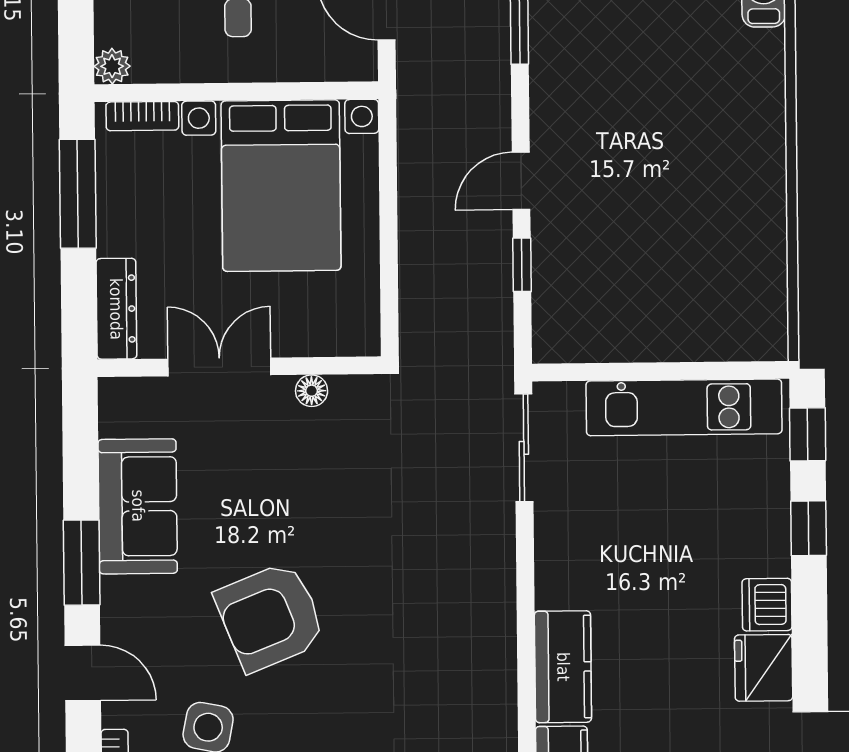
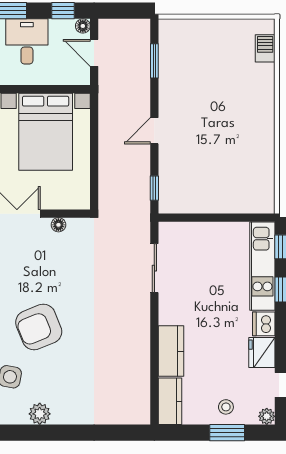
window: (522, 265) -> (154, 188), moved
kitchen unit: (684, 407) -> (262, 266), moved, turned 90
sliding door: (524, 448) -> (154, 268), moved

